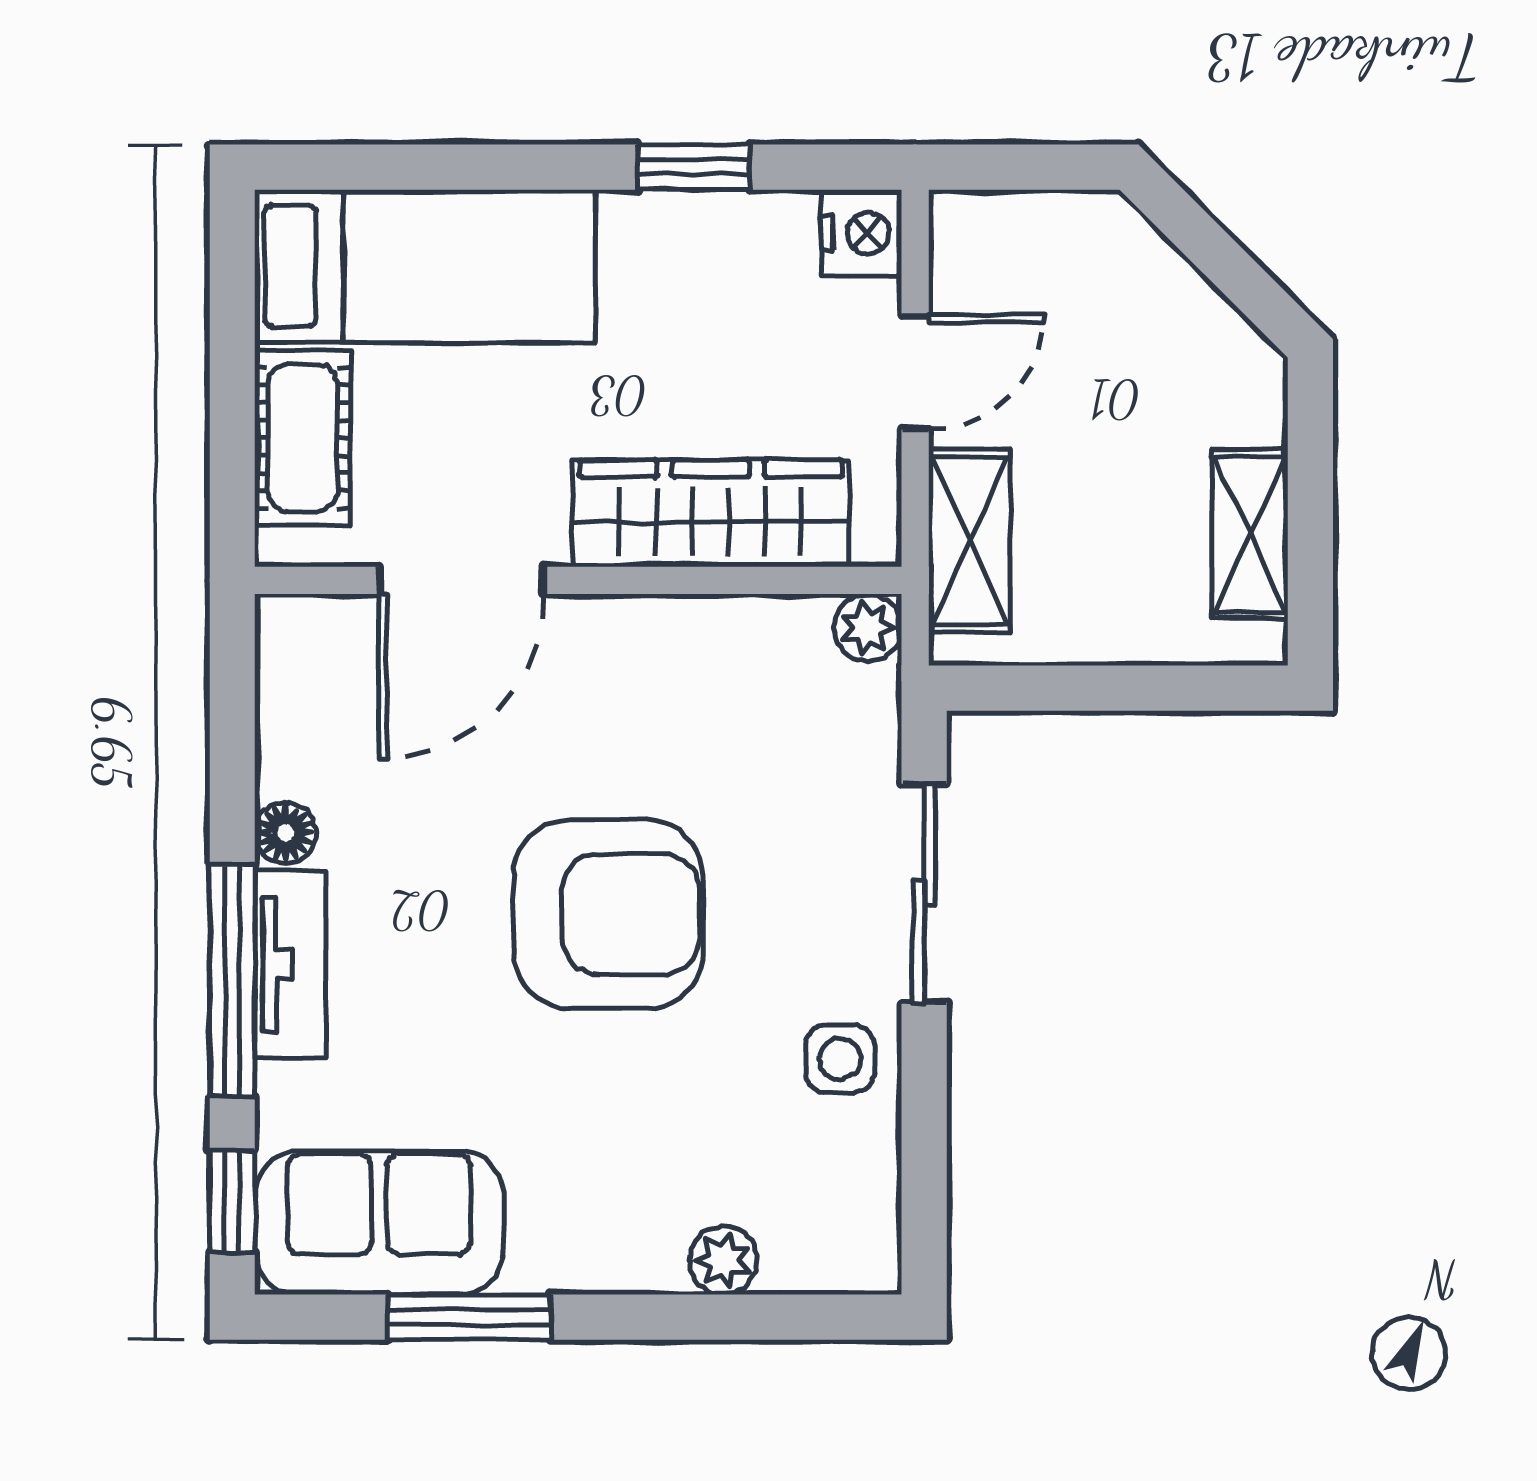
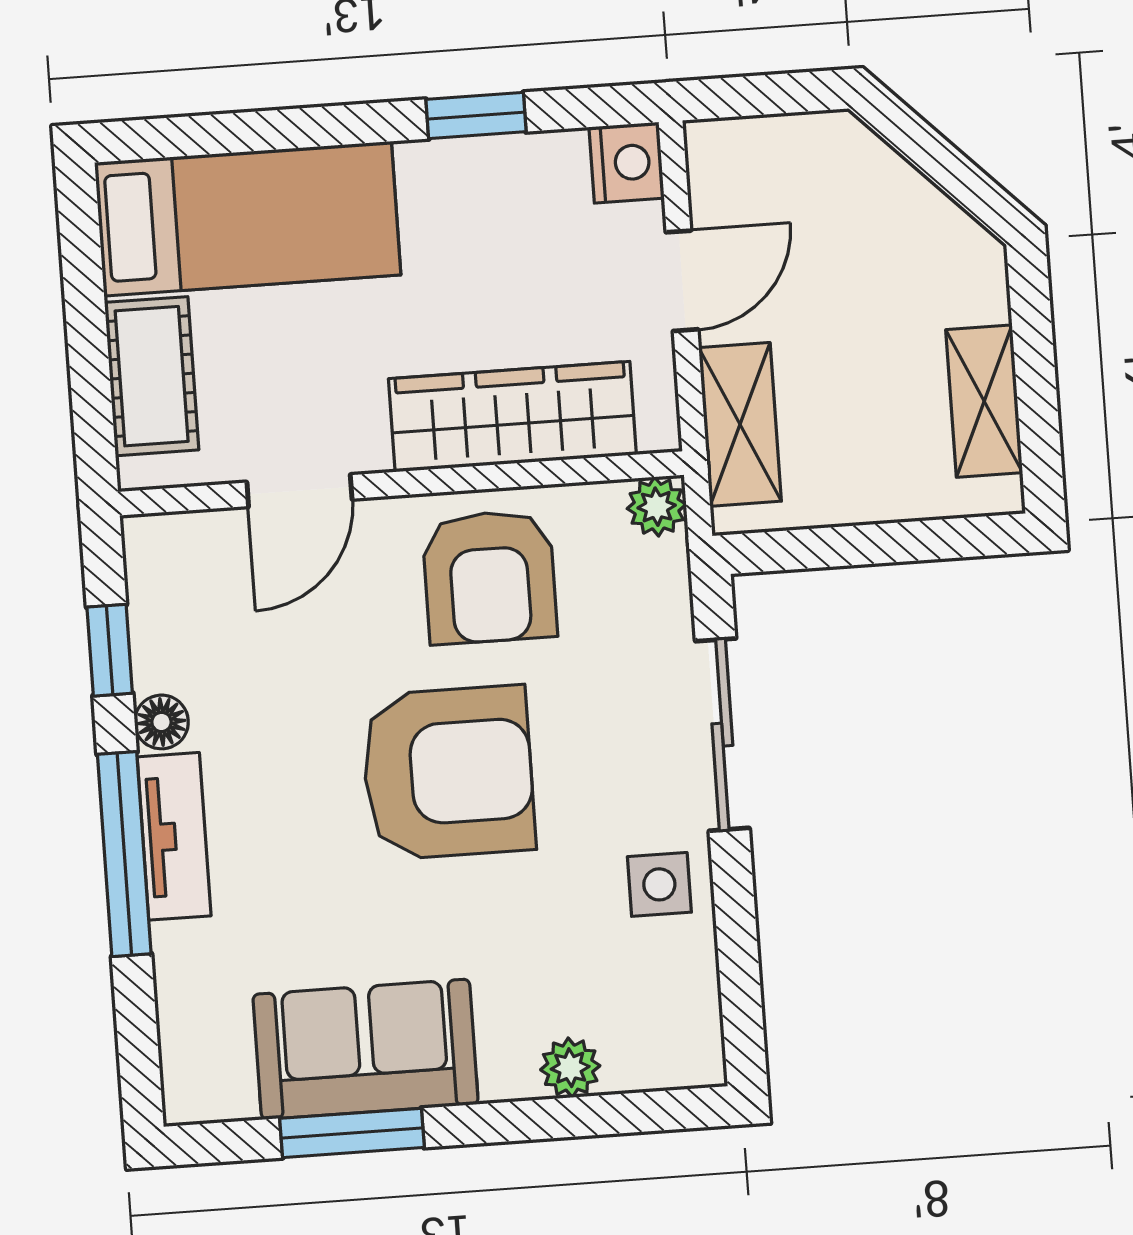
door: (462, 580) -> (299, 491), width x0.73
armchair: (671, 694) -> (489, 577), added
window: (232, 1201) -> (110, 650), moved
sofa: (379, 1223) -> (366, 1049), moved

